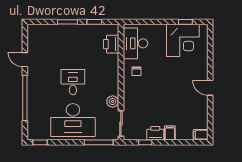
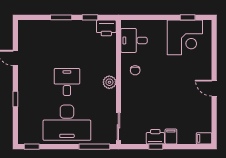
desk: (135, 43) -> (134, 40), width x0.73
printer: (111, 44) -> (106, 28), moved, turned -90
window: (25, 98) -> (15, 99), width x0.32
plant: (113, 101) -> (109, 82), moved
window: (145, 142) -> (156, 147), moved

